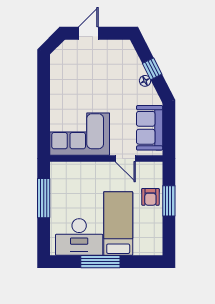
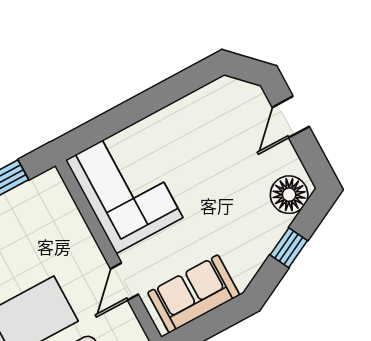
door: (88, 33) -> (291, 117), swing flipped
floor lamp: (145, 81) -> (289, 195), moved, width x1.89, depth x1.89

